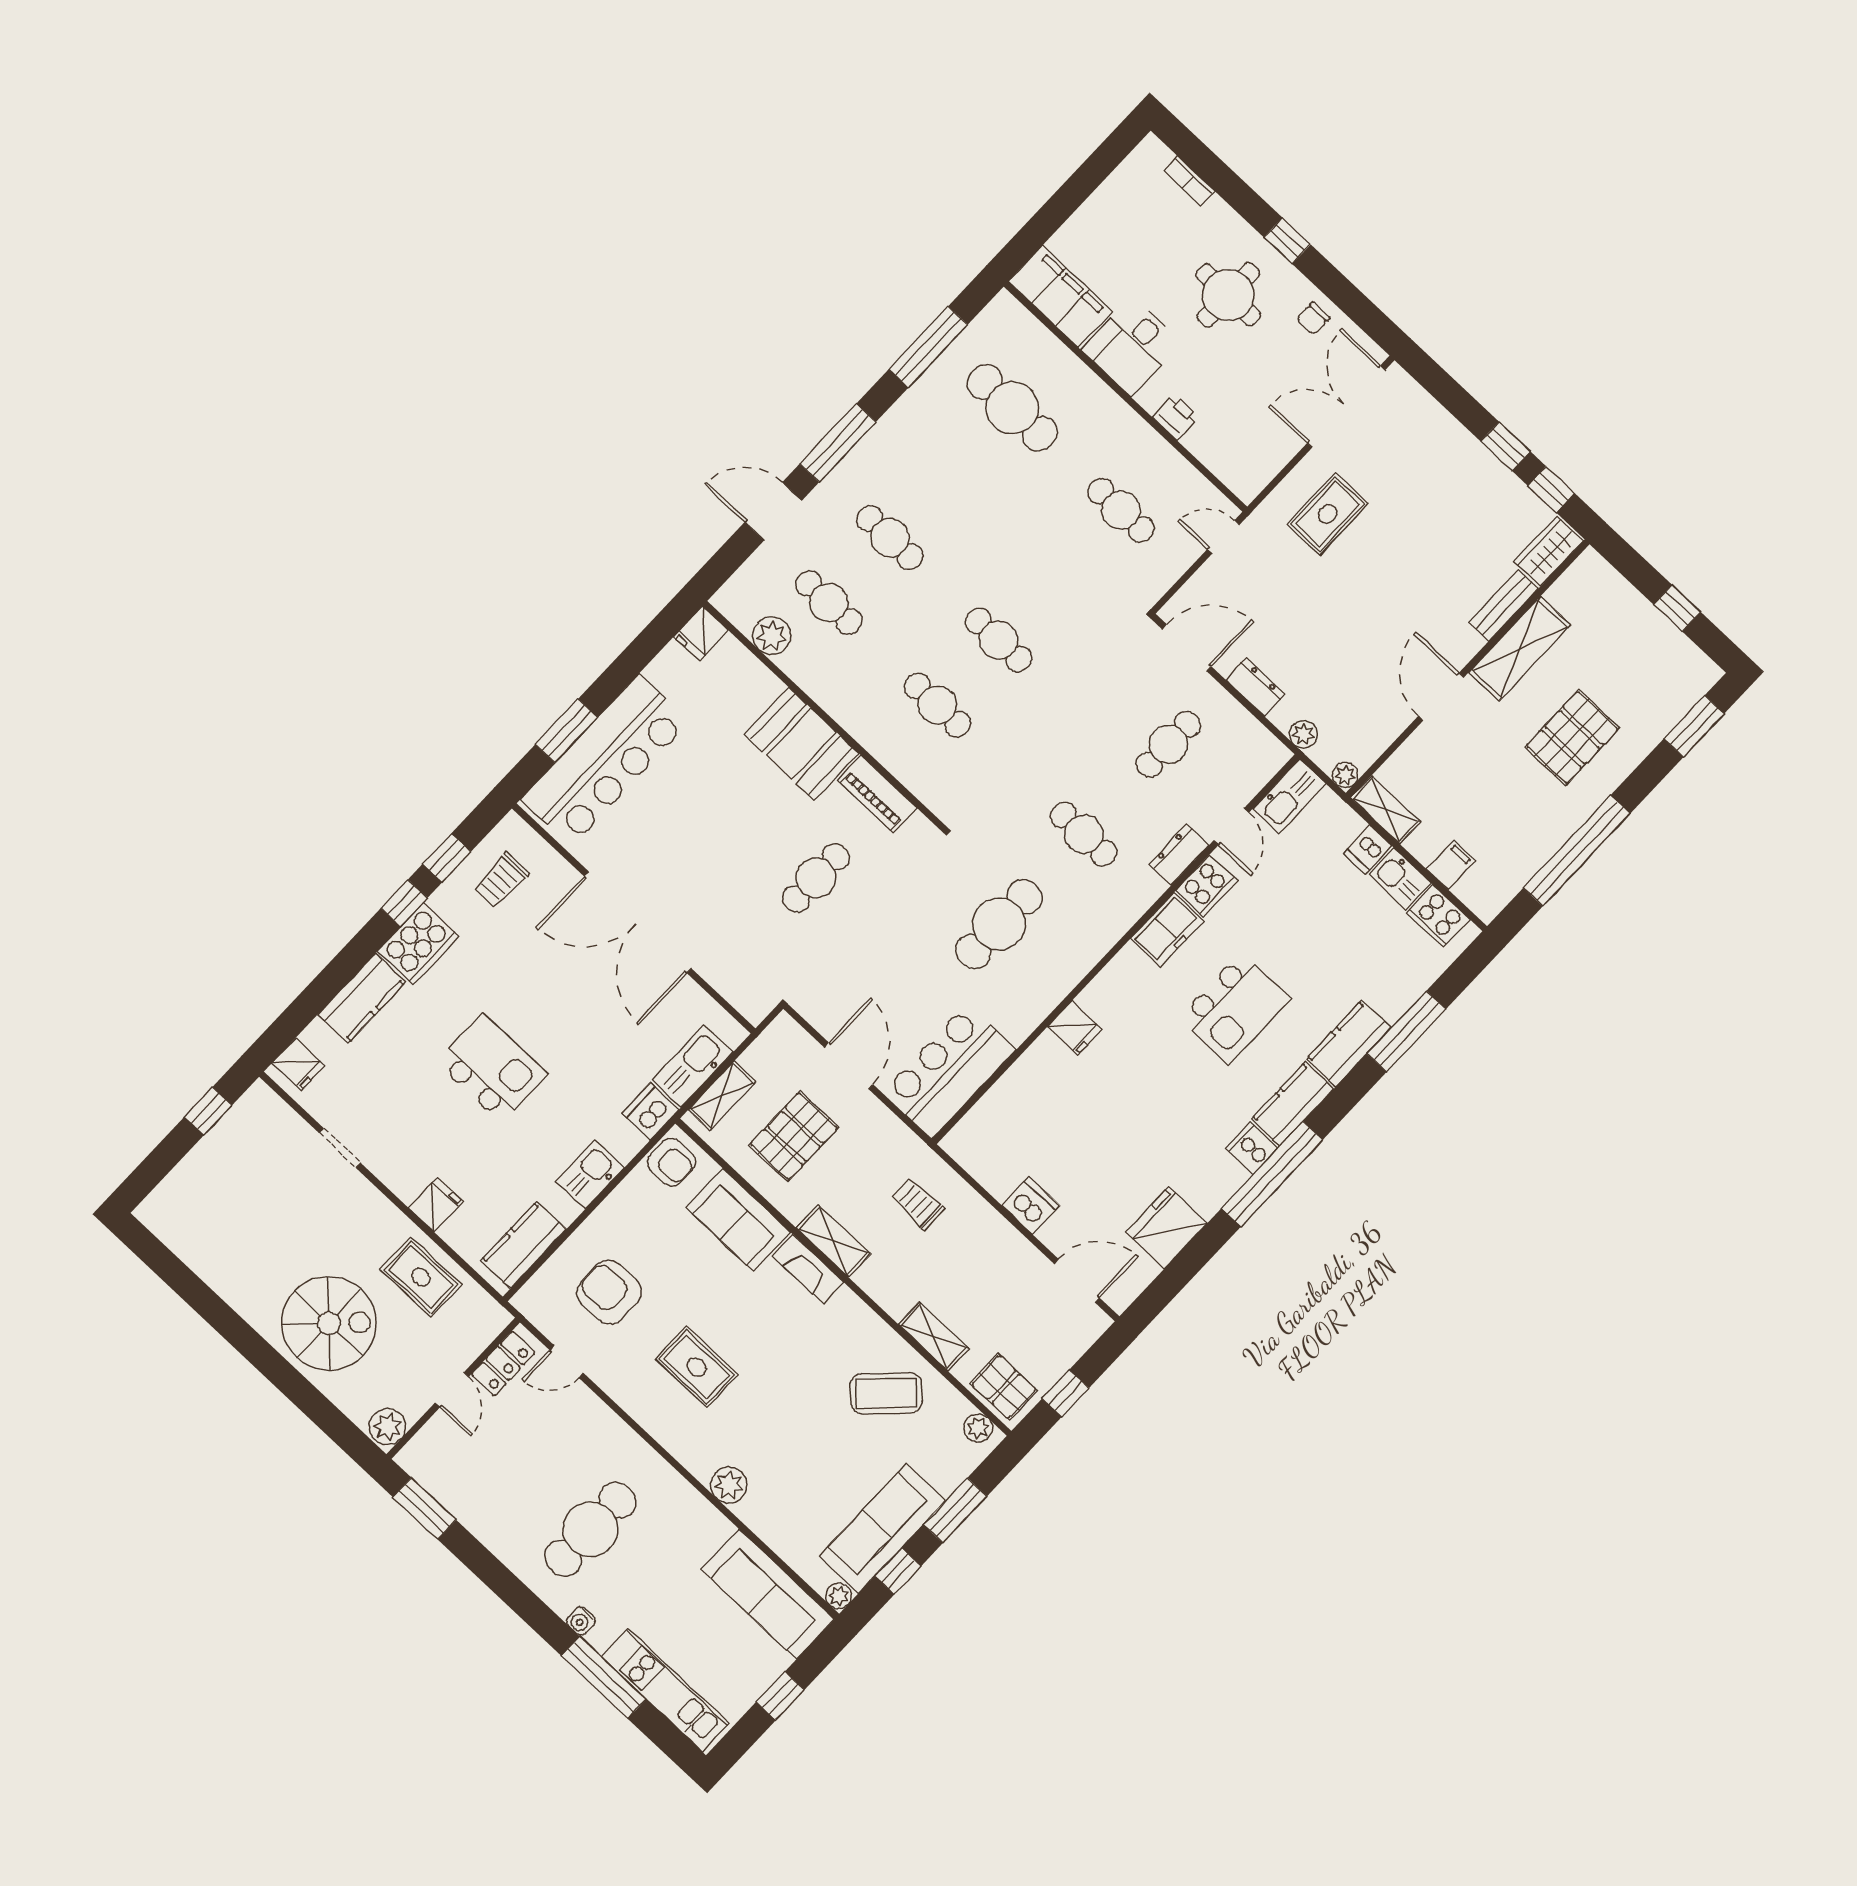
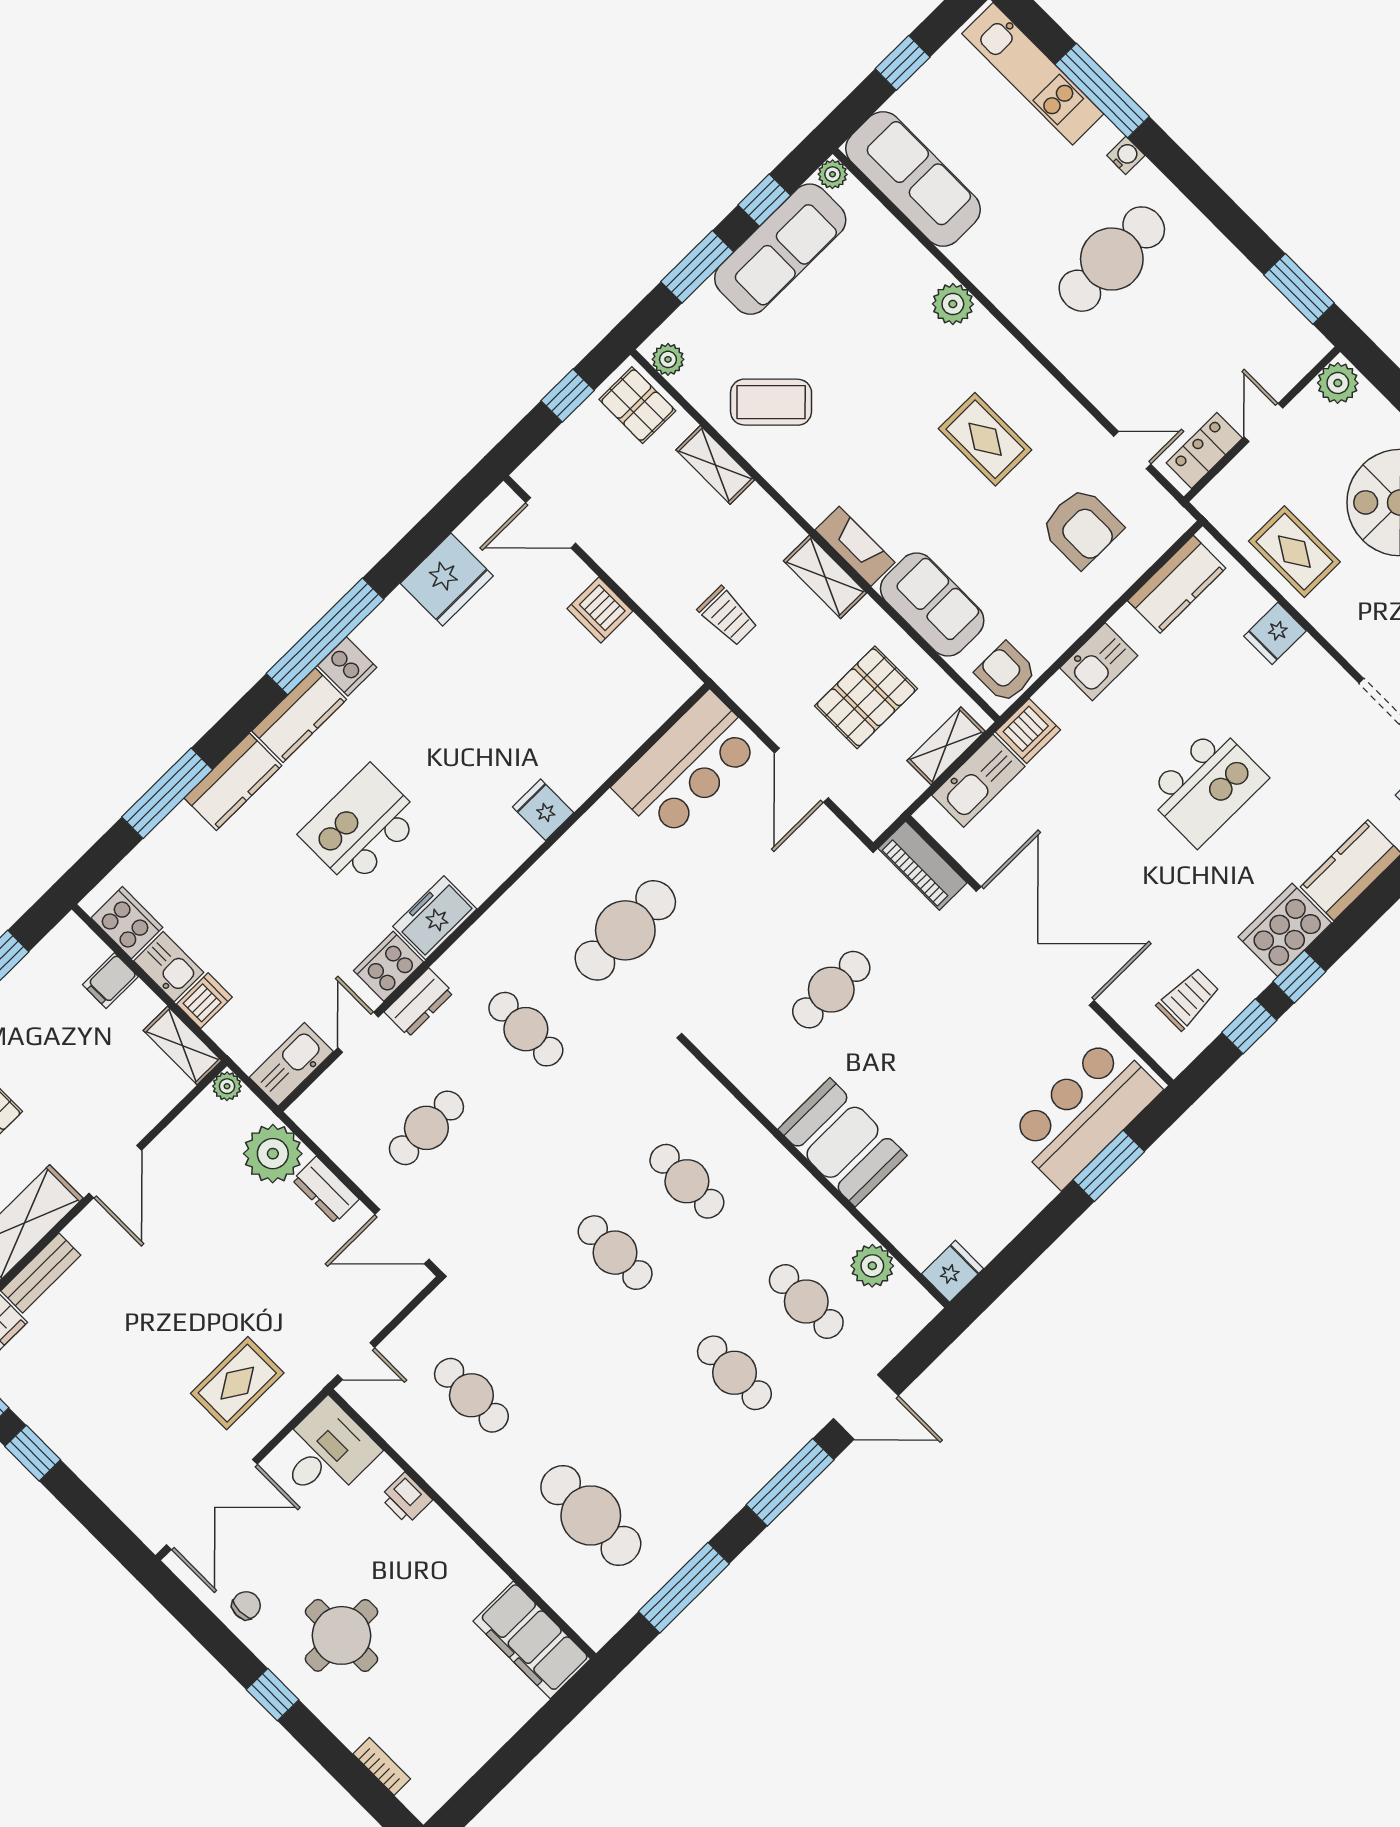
desk: (1132, 346) -> (326, 1452), moved
plant: (1303, 734) -> (273, 1154), width x1.88, depth x1.88
bar counter: (605, 761) -> (1084, 1112), width x0.73
piano: (877, 794) -> (922, 866), moved, turned 180
kitchen island: (492, 1068) -> (1206, 786), turned -90

